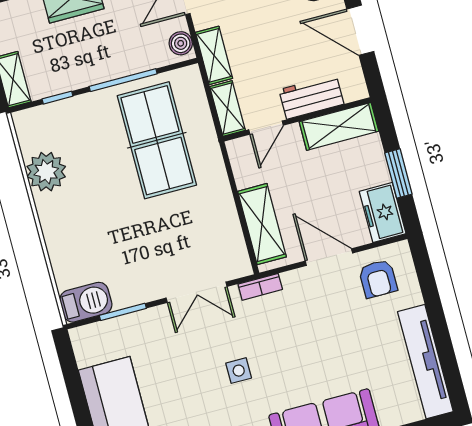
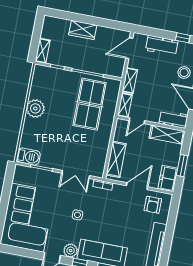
boiler: (181, 43) -> (119, 69), removed
workbench: (311, 97) -> (173, 119), moved
plant: (46, 172) -> (35, 108), moved
door: (329, 257) -> (137, 186), hinge flipped

